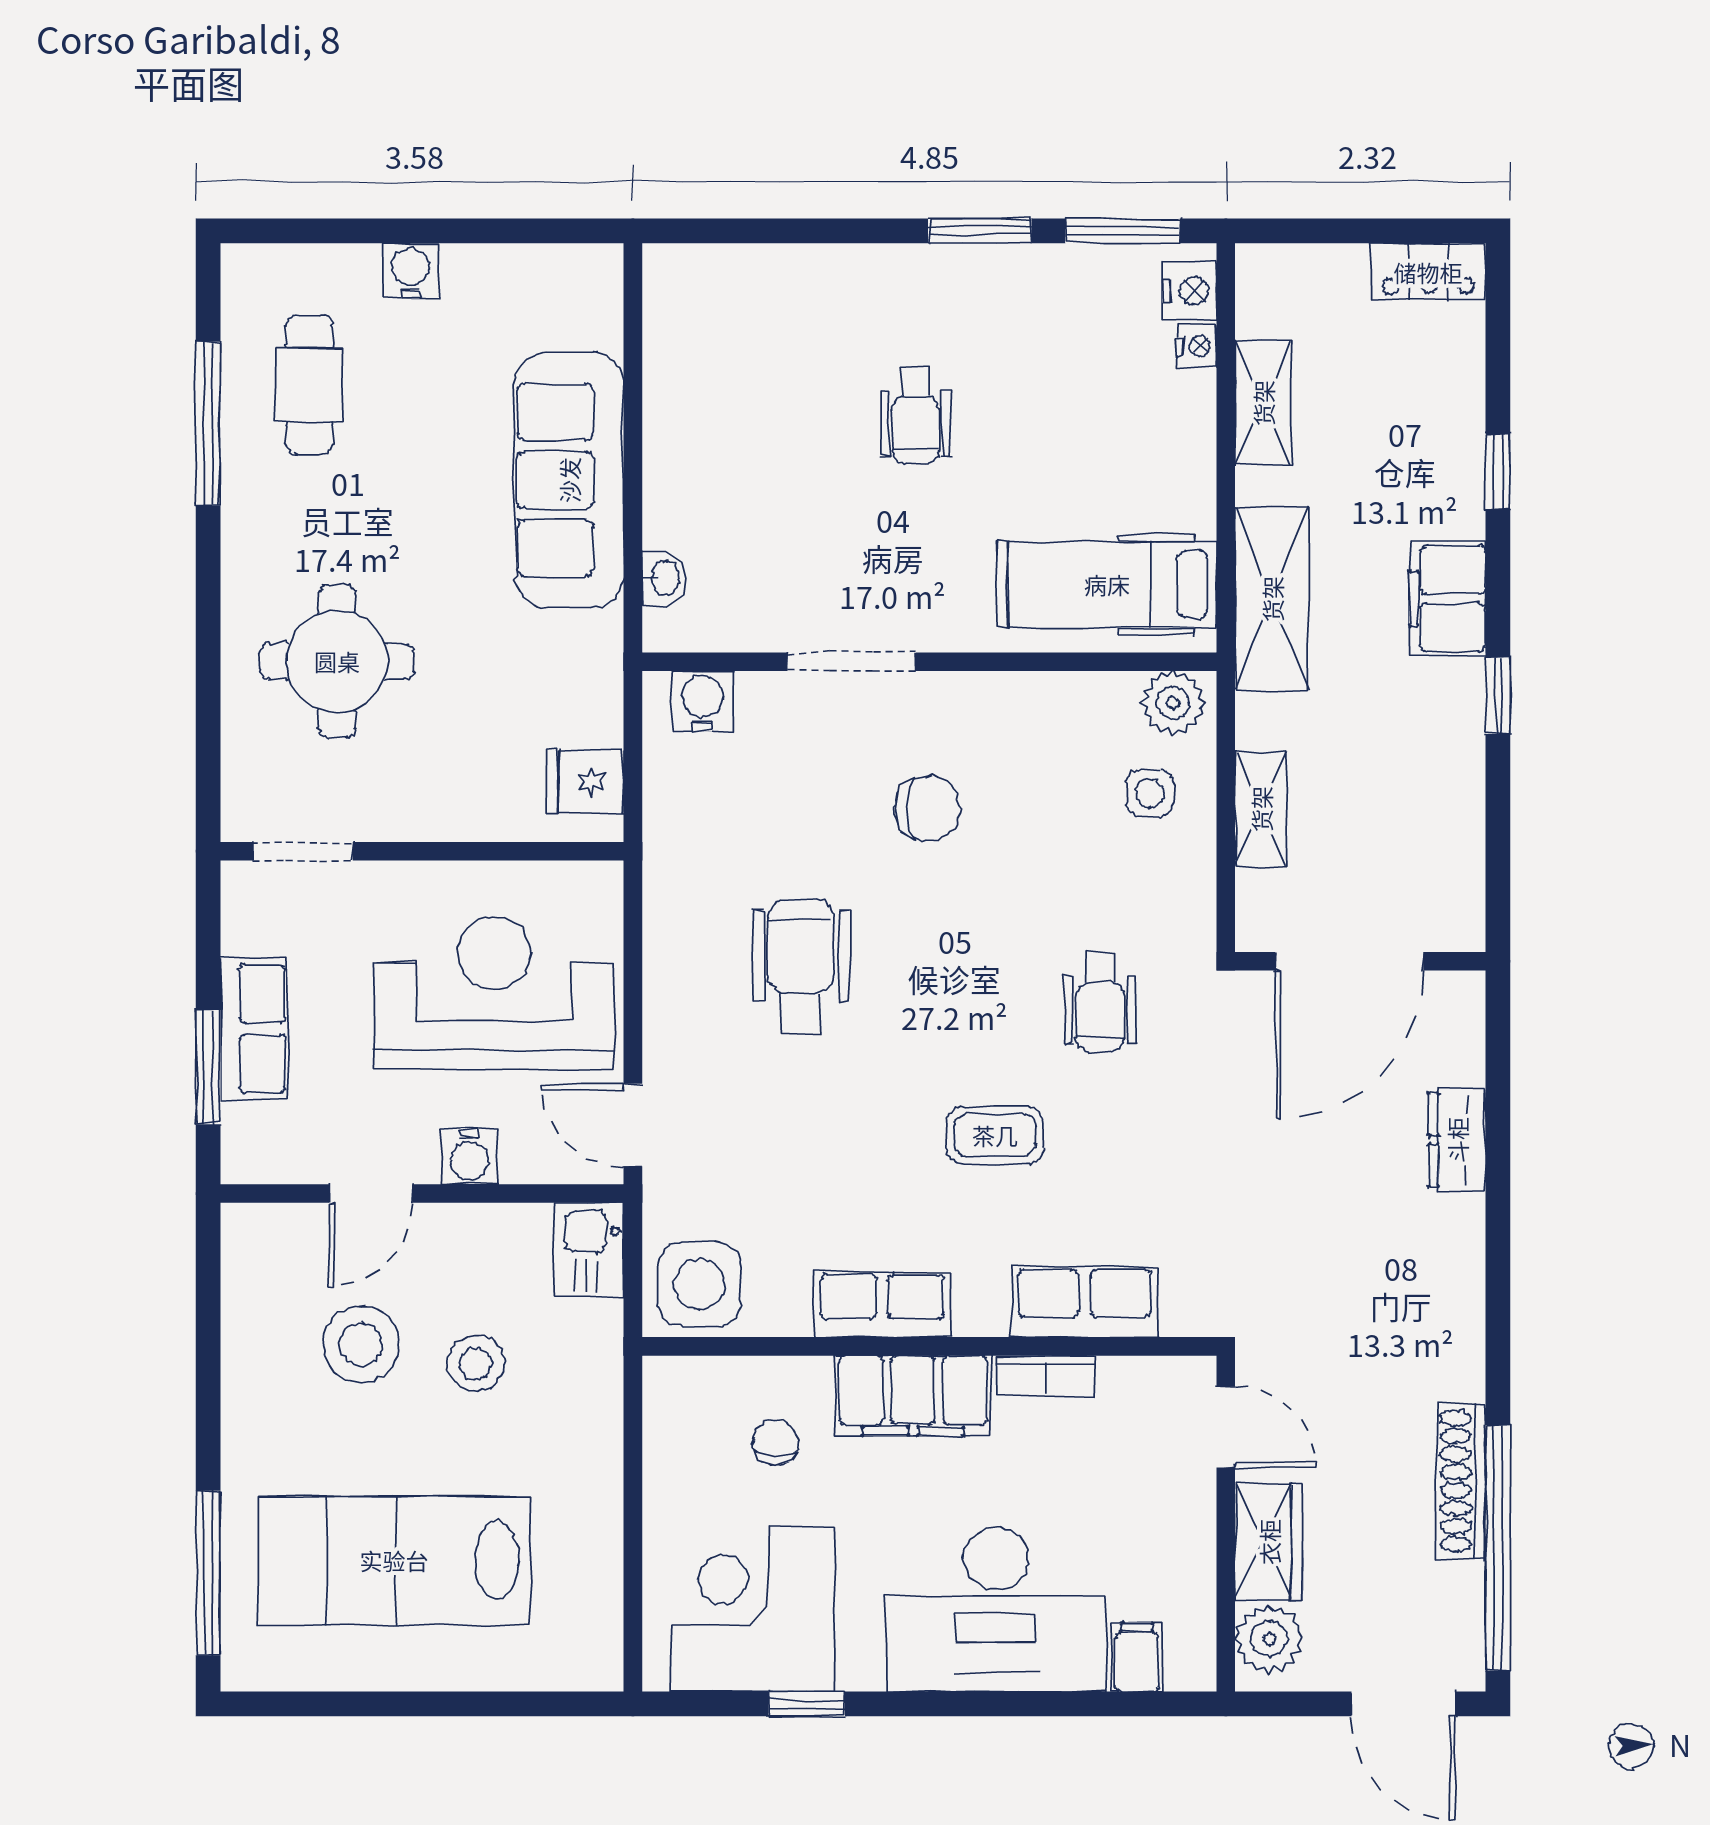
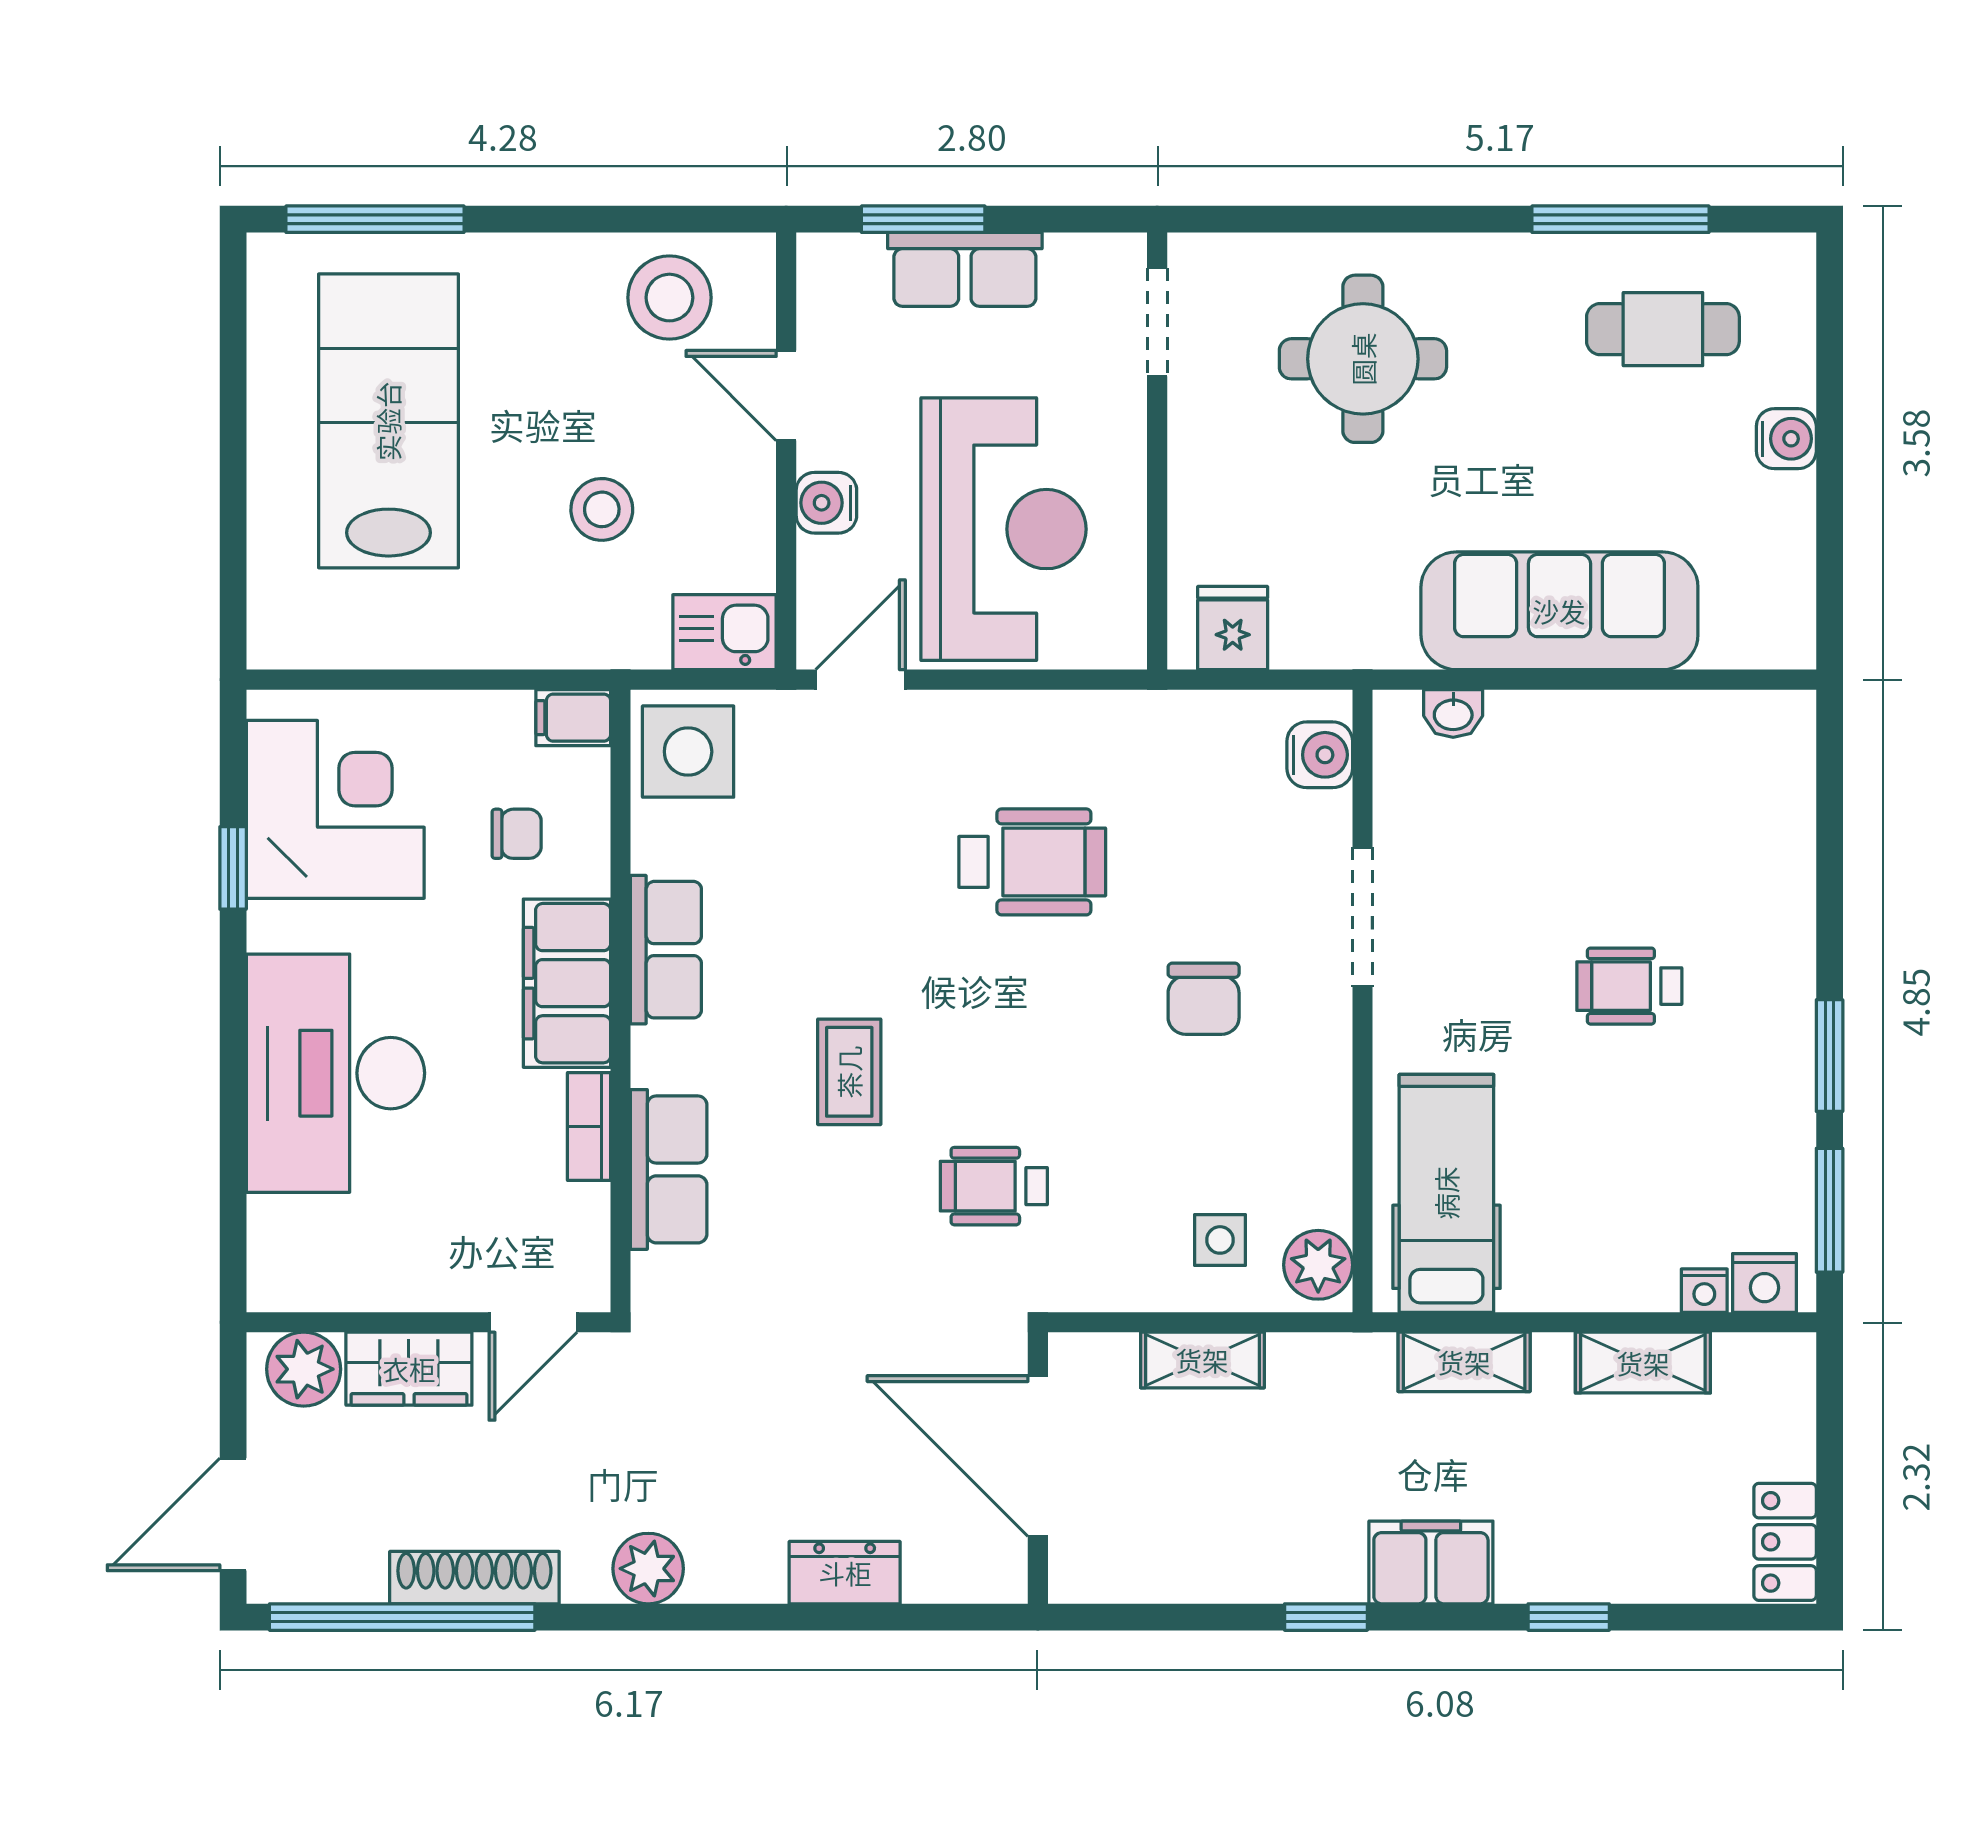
shelving: (1272, 599) -> (1464, 1362), width x0.67, depth x0.75
plant: (1453, 1321) -> (648, 1569), added
stool: (361, 1344) -> (669, 298), moved
filing cabinet: (1137, 1657) -> (573, 718), moved, turned 180

